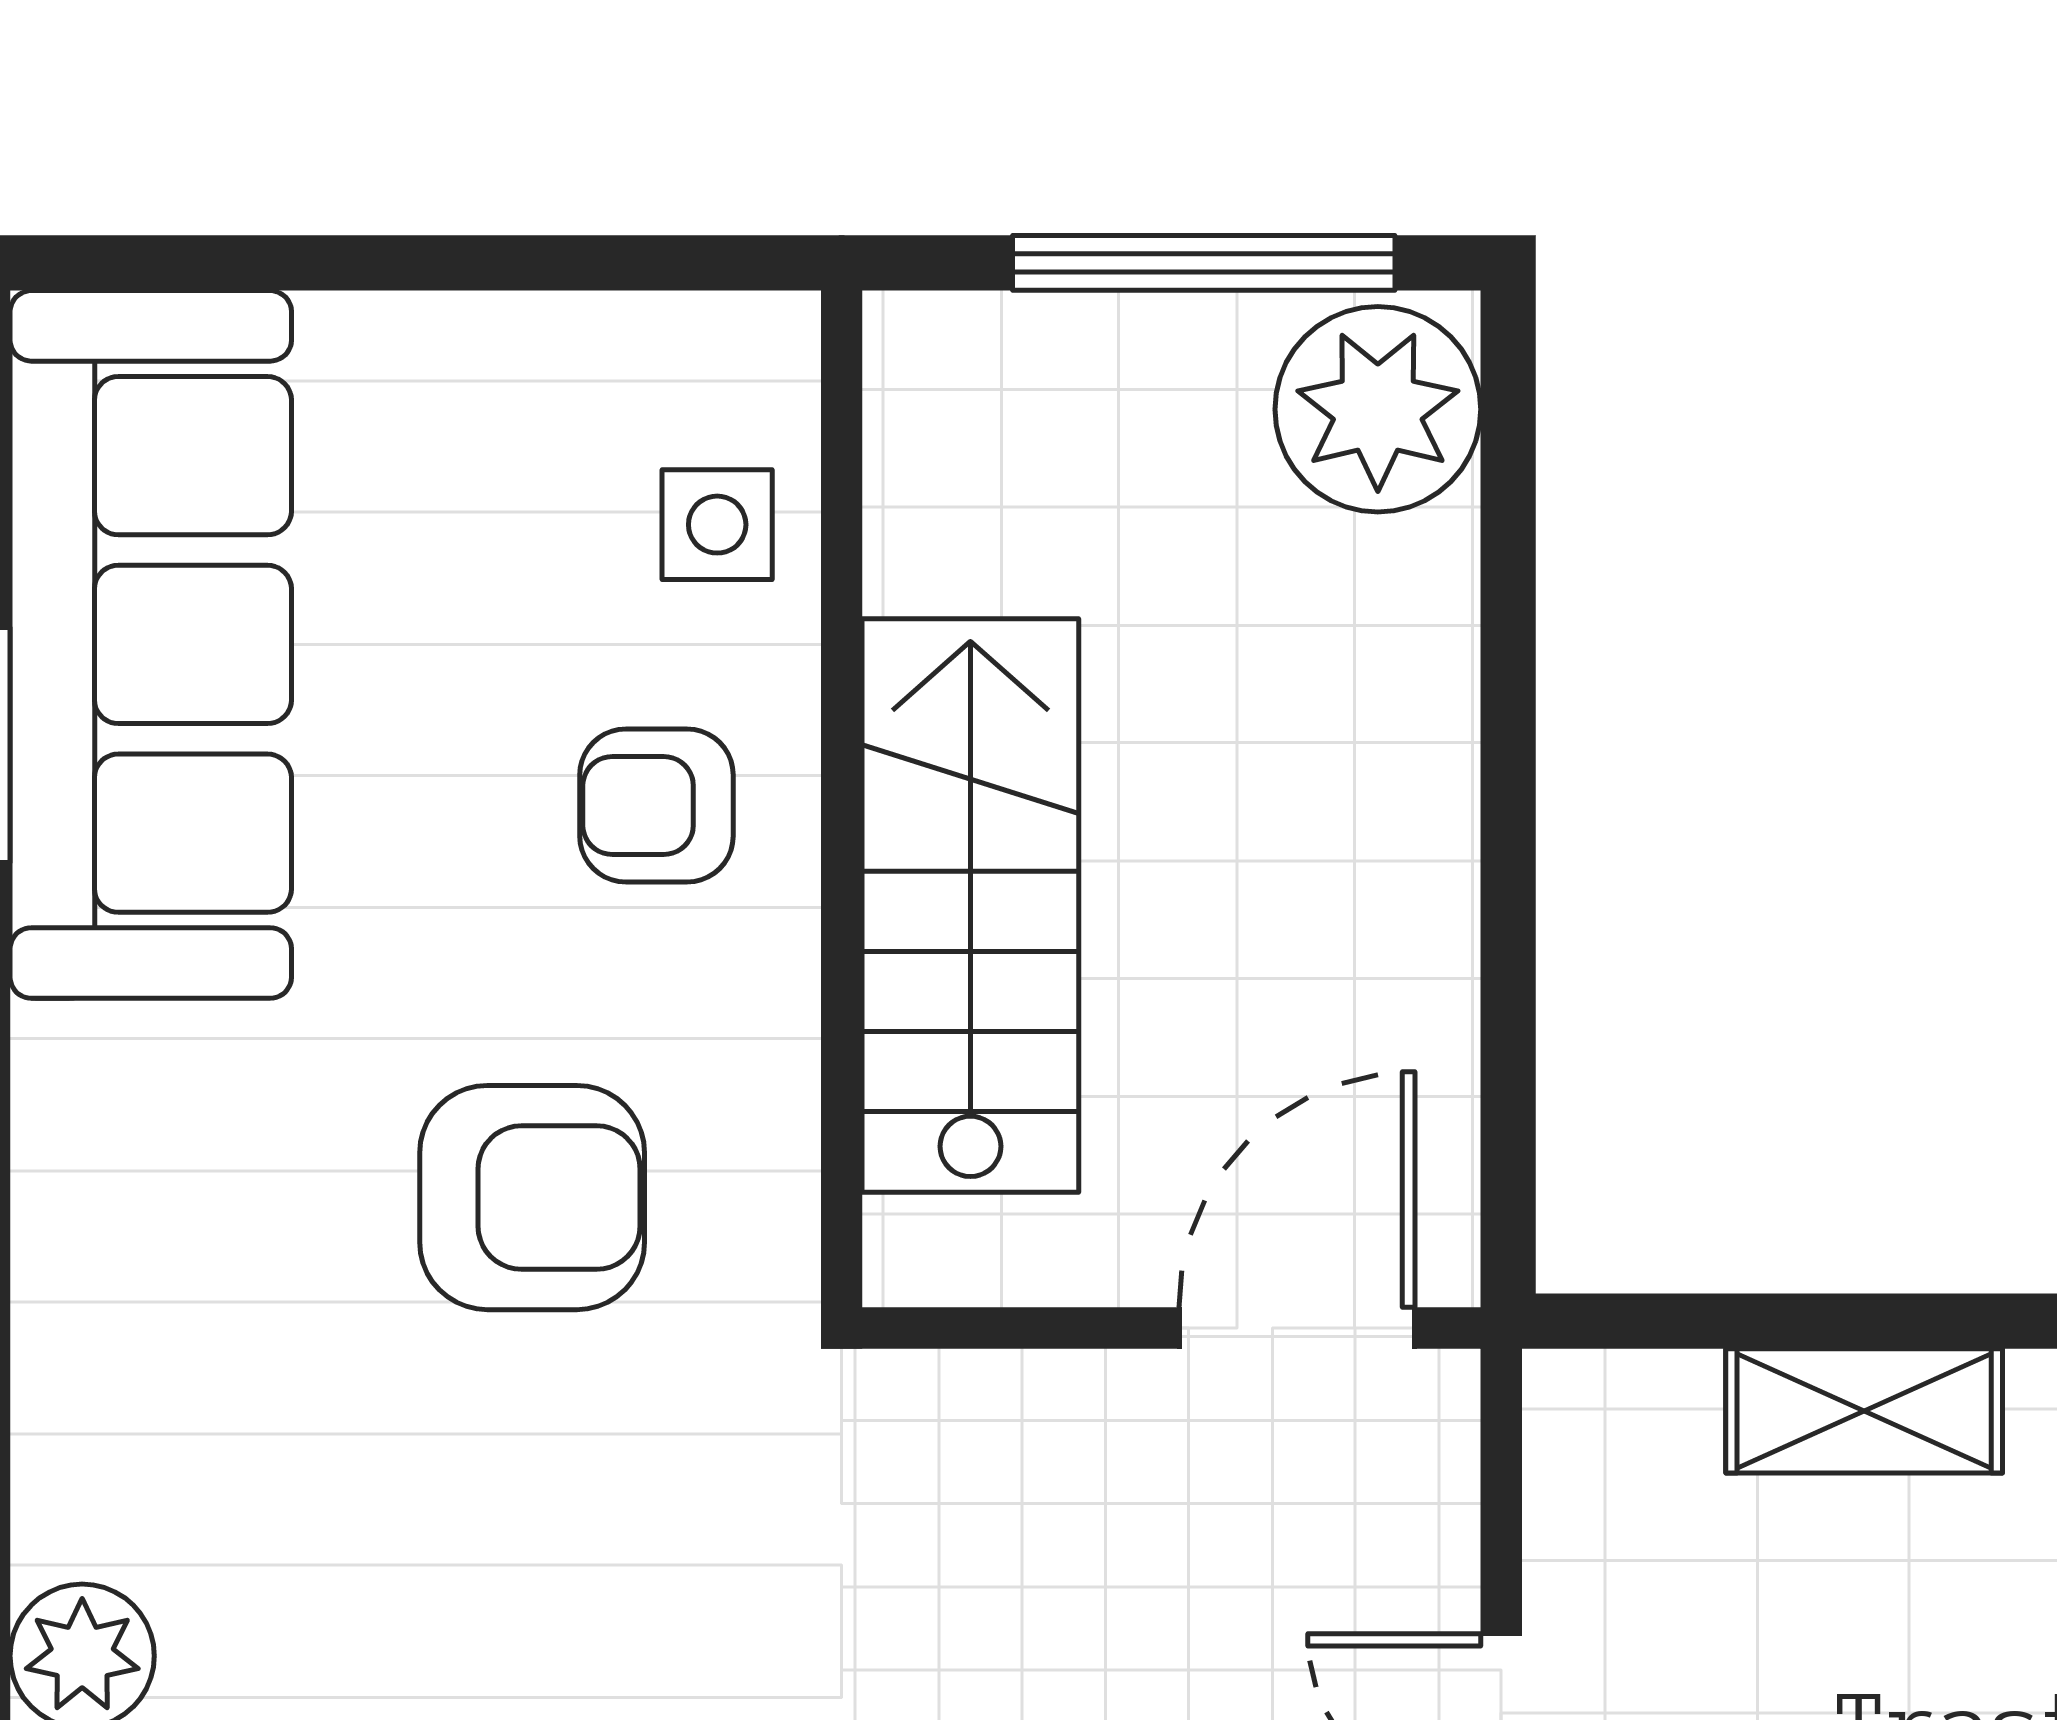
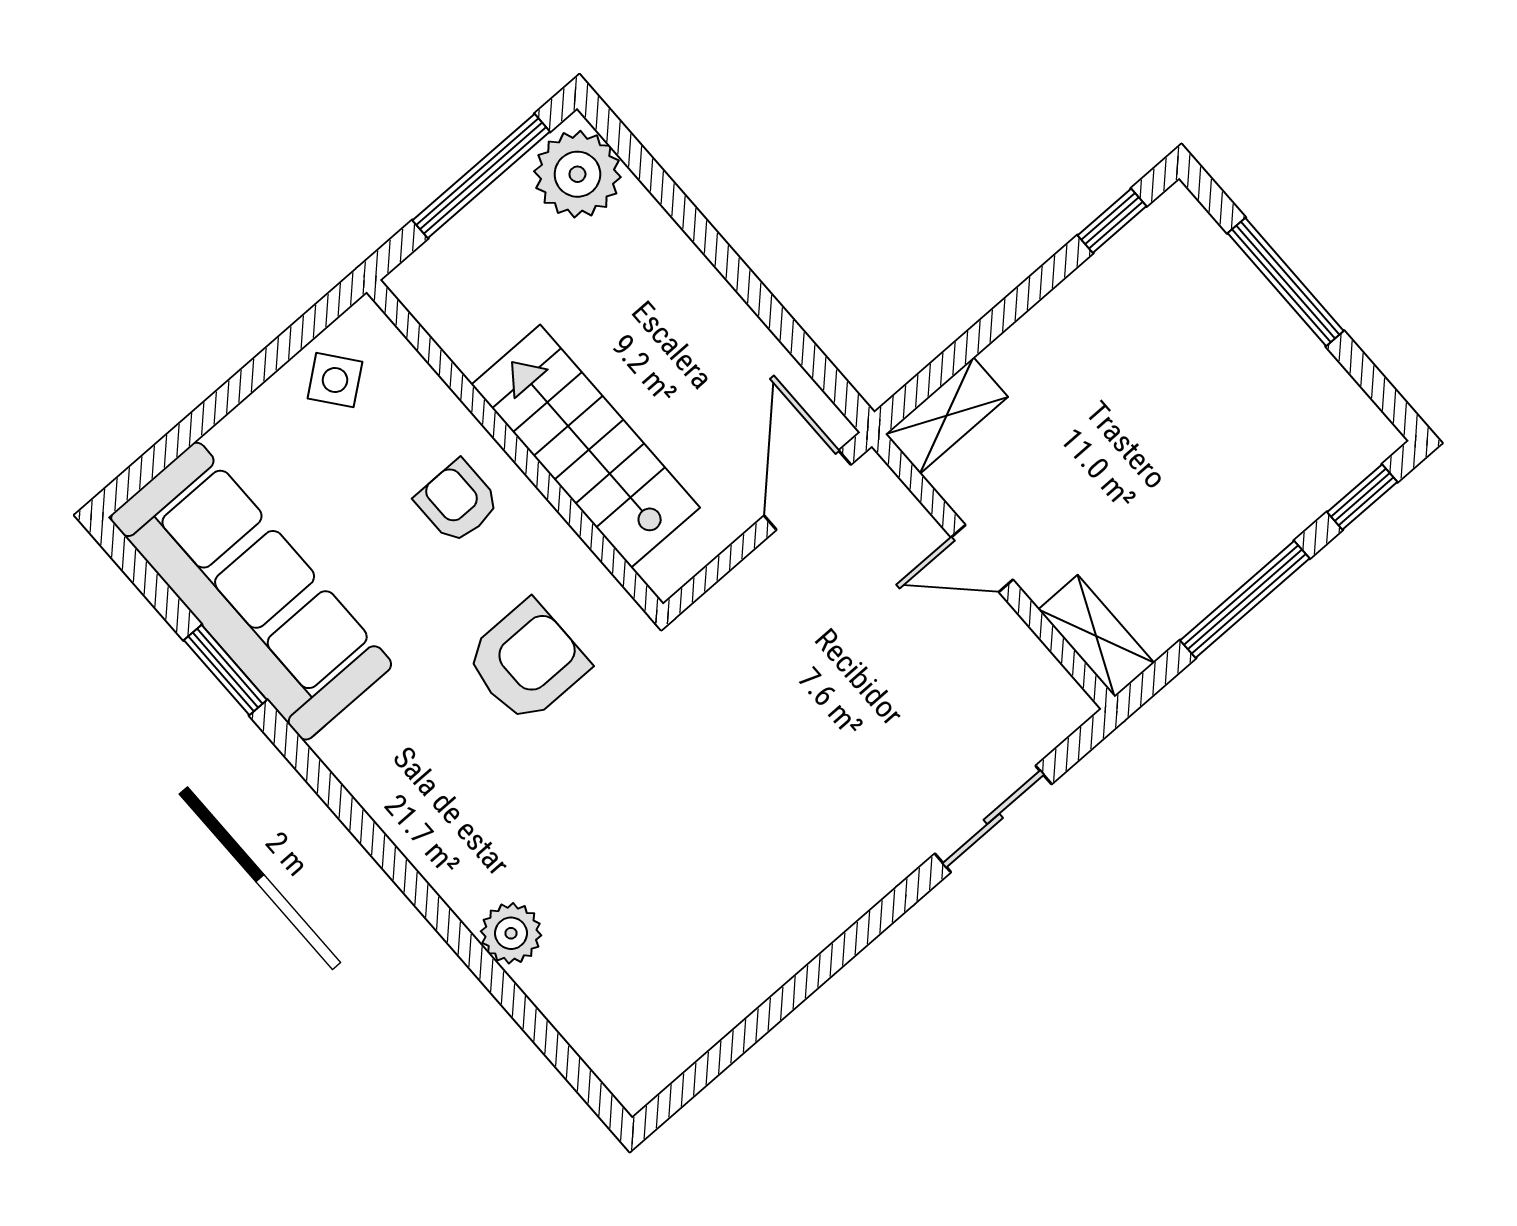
side table: (717, 525) -> (335, 380), moved, turned -38
armchair: (656, 805) -> (457, 502), turned 90
shelving: (1864, 1411) -> (947, 415), moved

